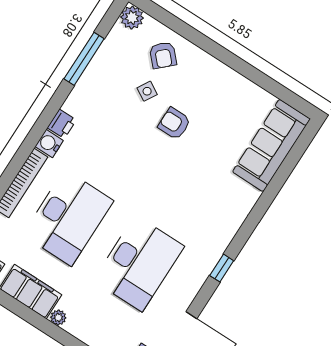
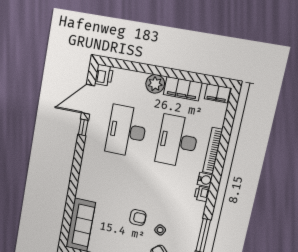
window: (222, 268) -> (83, 127), moved
plant: (58, 318) -> (155, 84), width x1.87, depth x1.87

